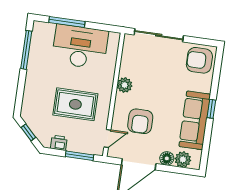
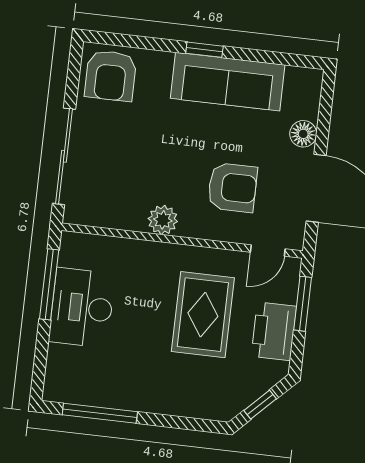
window: (67, 22) -> (49, 284), moved
desk: (80, 47) -> (82, 308), width x0.73, depth x0.77
door: (107, 139) -> (268, 251), swing flipped
printer: (59, 143) -> (274, 331), width x1.87, depth x1.48
plant: (183, 159) -> (304, 102), removed

